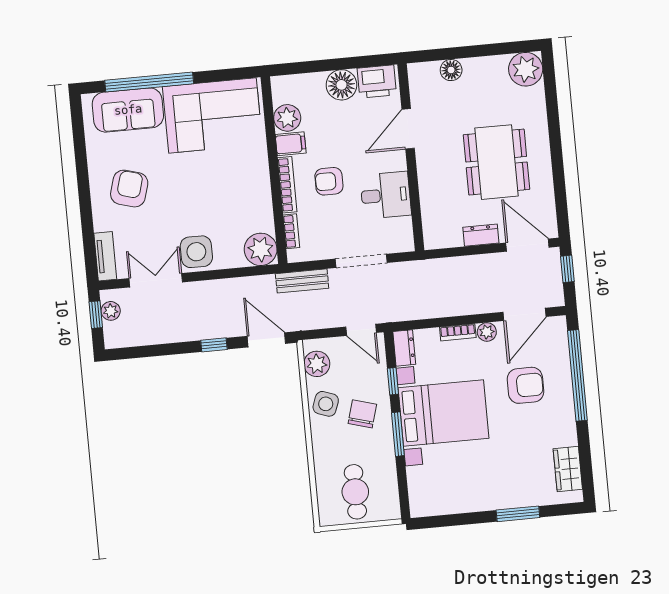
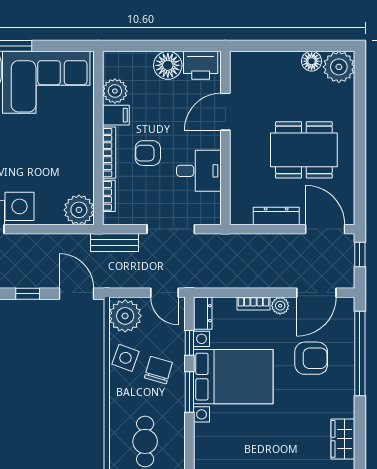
floor lamp: (451, 70) -> (312, 61), moved
dining table: (496, 162) -> (304, 150), turned 90
dresser: (481, 235) -> (276, 216), width x1.44
plant: (317, 364) -> (125, 316), width x1.36, depth x1.36

